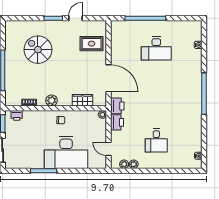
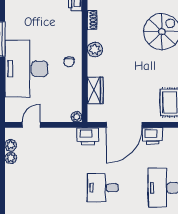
printer: (117, 122) -> (153, 136), moved
desk: (156, 141) -> (103, 188), moved

